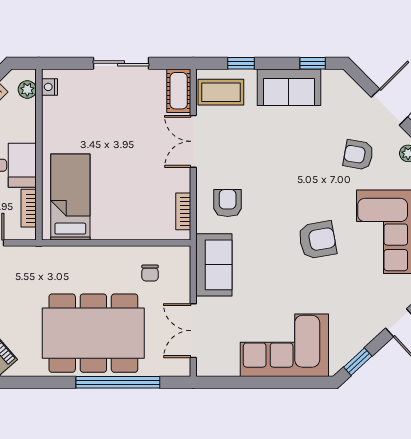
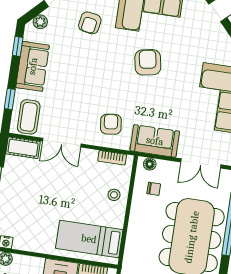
plant: (350, 89) -> (40, 22), added
armchair: (228, 203) -> (111, 124), turned 83
stool: (134, 221) -> (114, 195), added
floor lamp: (182, 263) -> (150, 164), added

